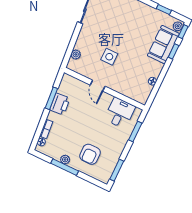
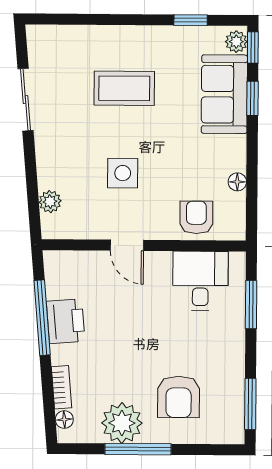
coffee table: (125, 24) -> (124, 88), added
armchair: (130, 87) -> (196, 217), added
window: (51, 98) -> (42, 318), width x1.44
plant: (65, 160) -> (122, 423), width x1.87, depth x1.87

